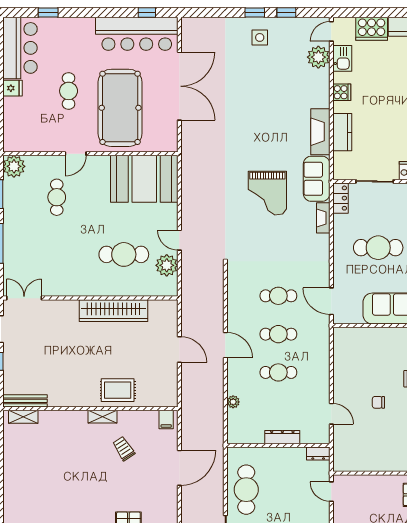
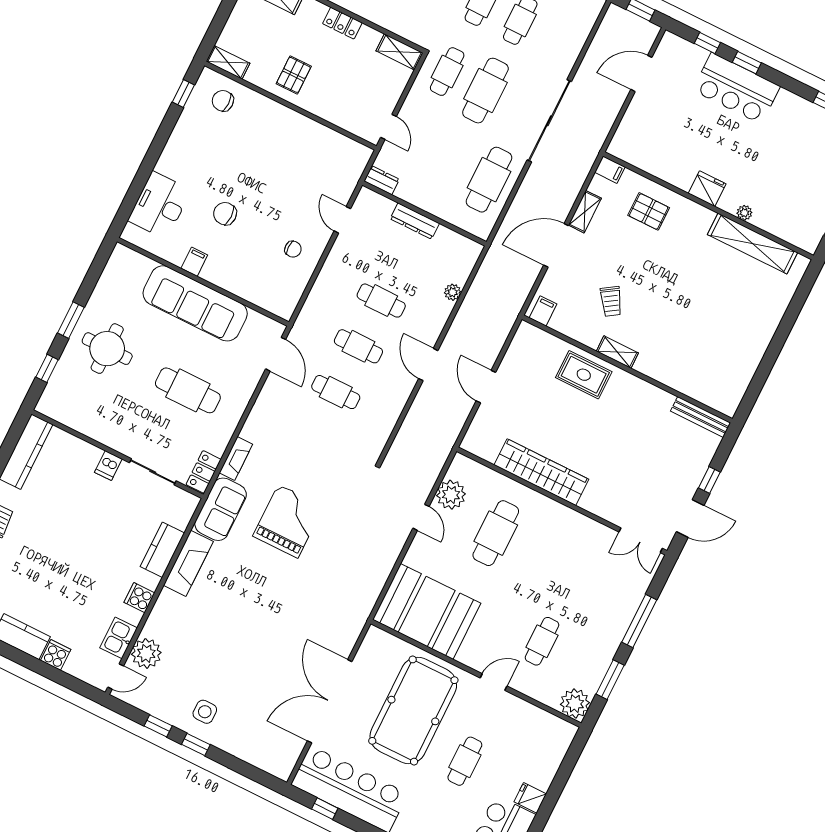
cooker: (372, 29) -> (56, 655), width x0.53, depth x0.76
cafe table: (124, 254) -> (496, 533), turned 90
chair: (378, 402) -> (293, 249), moved
shelving: (23, 417) -> (585, 212), moved, turned 90

